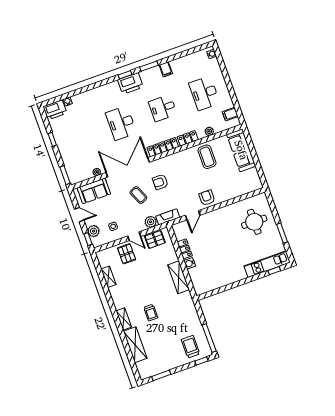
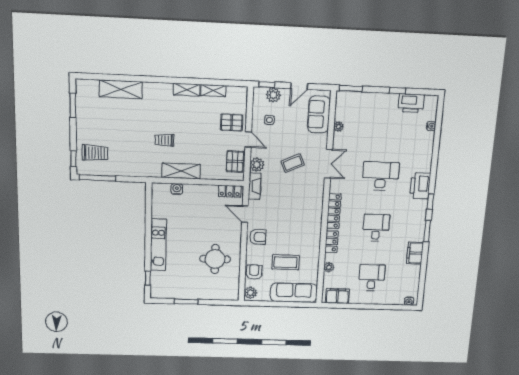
filing cabinet: (166, 69) -> (415, 253), width x2.00
printer: (131, 83) -> (420, 186), moved
desk: (204, 93) -> (372, 278), width x0.73
printer: (55, 110) -> (411, 103), moved, turned -90
filing cabinet: (230, 114) -> (337, 296), width x2.00
coffee table: (207, 157) -> (286, 262), moved
double door: (128, 167) -> (329, 164), width x0.54
armchair: (160, 182) -> (254, 272), moved
plant: (255, 185) -> (250, 293), added
round table: (254, 222) -> (215, 259), moved
door: (134, 236) -> (248, 140), swing flipped
locker: (185, 249) -> (230, 191), moved
water cooler: (190, 263) -> (177, 189), moved
kitchen unit: (267, 264) -> (158, 245), moved
trolley: (151, 313) -> (165, 140), moved
shelving: (124, 319) -> (187, 90), moved

